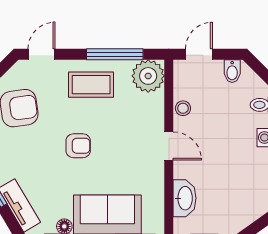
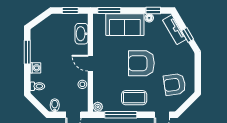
plant: (148, 76) -> (98, 107), width x0.53, depth x0.53
armchair: (78, 146) -> (141, 63), width x1.88, depth x1.88

